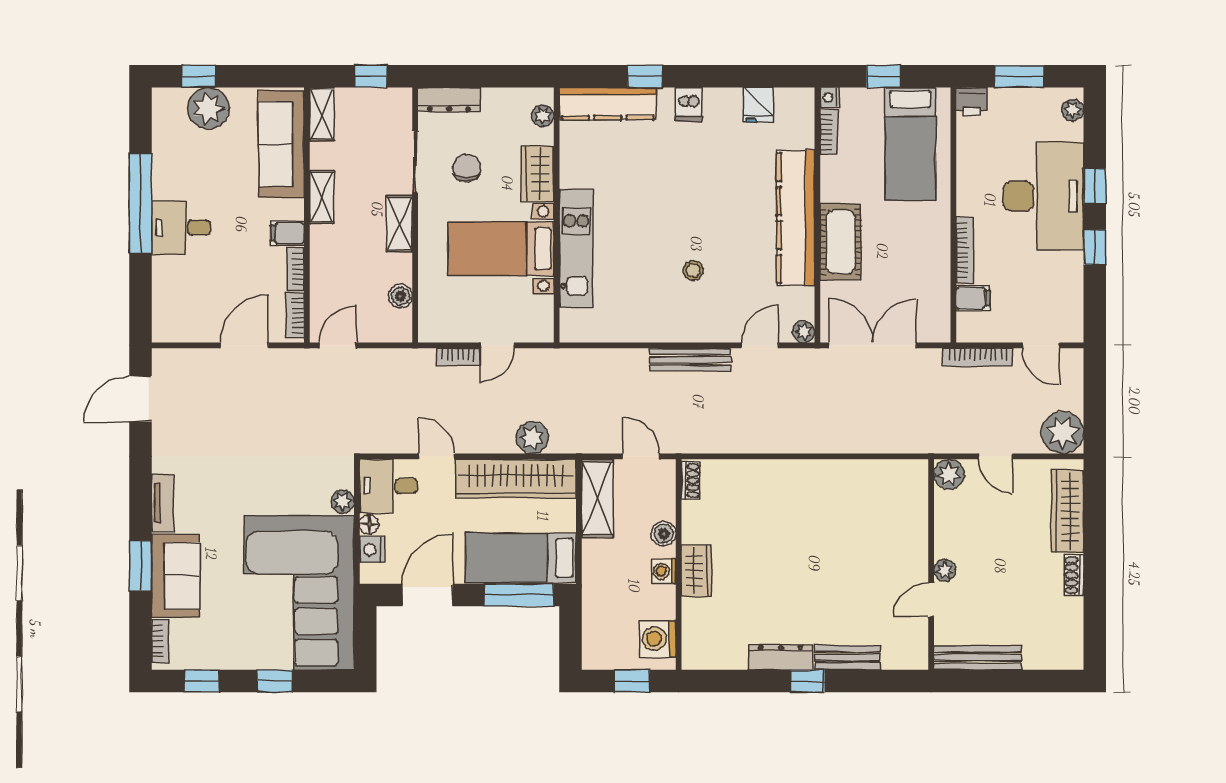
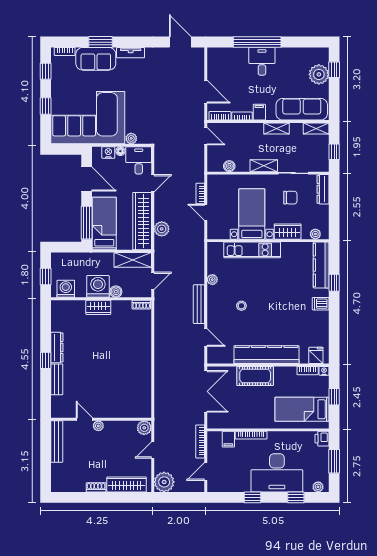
fridge: (758, 105) -> (316, 355), moved, turned 90
window: (1095, 186) -> (296, 497), moved
window: (140, 203) -> (257, 42), moved
plant: (804, 332) -> (212, 280), moved
washing machine: (664, 571) -> (98, 286), width x1.89, depth x1.89

